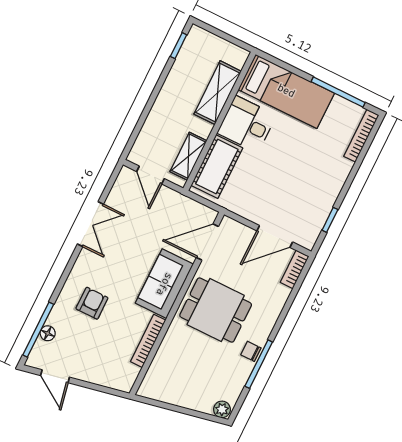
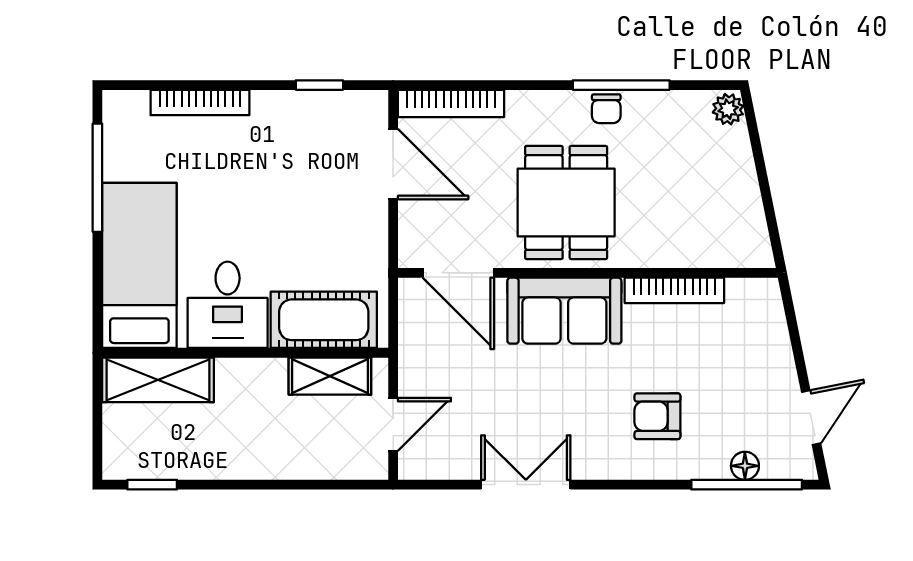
shelving: (218, 93) -> (158, 380), moved
bookcase: (361, 136) -> (200, 103), moved
bookcase: (295, 269) -> (451, 103), width x1.56

